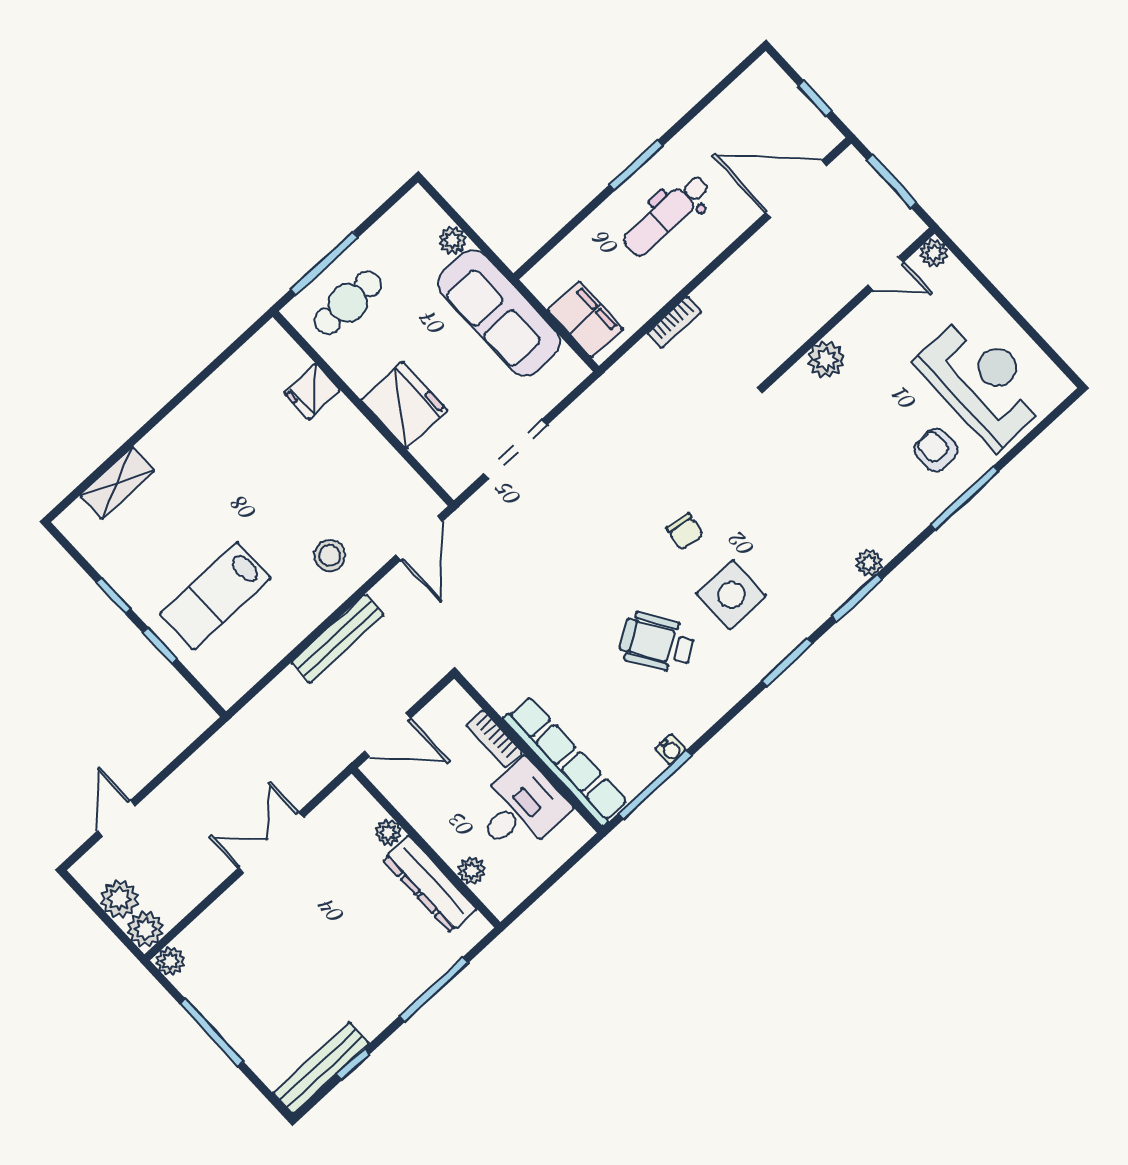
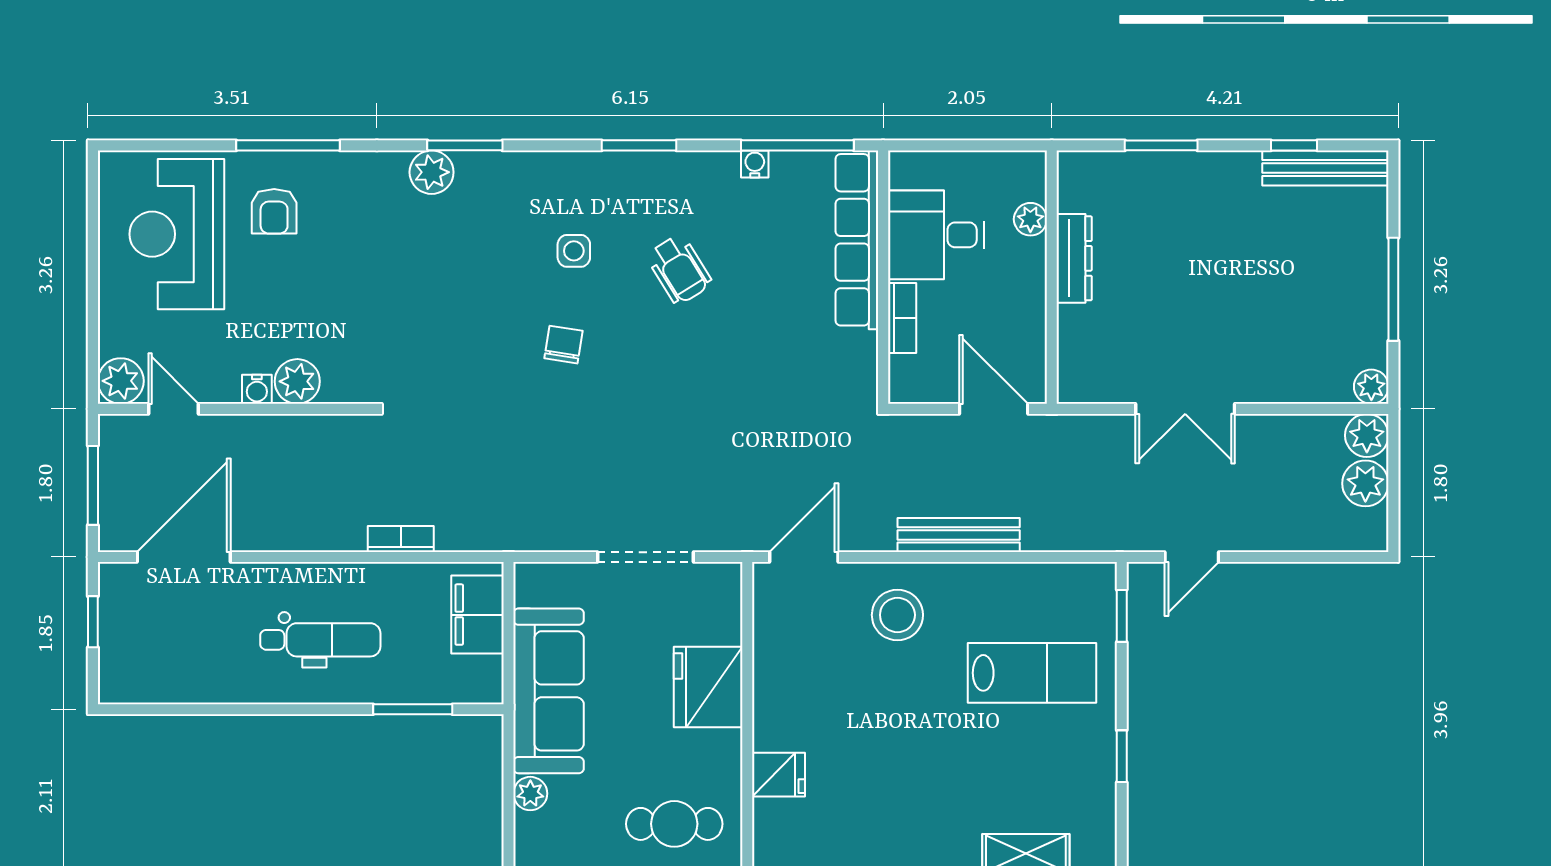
window: (636, 165) -> (413, 709), moved
door: (796, 189) -> (184, 557), swing flipped
plant: (934, 253) -> (121, 381), width x1.38, depth x1.38
water cooler: (846, 332) -> (257, 389), added
stool: (330, 555) -> (897, 615), width x1.38, depth x1.38
plant: (869, 563) -> (432, 172), width x1.38, depth x1.38
side table: (731, 595) -> (574, 251), width x0.54, depth x0.54
wheelchair: (657, 643) -> (679, 269), width x0.73, depth x0.73
window: (160, 646) -> (1122, 616), moved
window: (787, 662) -> (639, 145), moved
door: (116, 818) -> (1192, 557), moved
plant: (388, 832) -> (1072, 322), removed
dresser: (430, 884) -> (1074, 258), width x0.73, depth x0.80
window: (434, 989) -> (1161, 145), width x0.69

